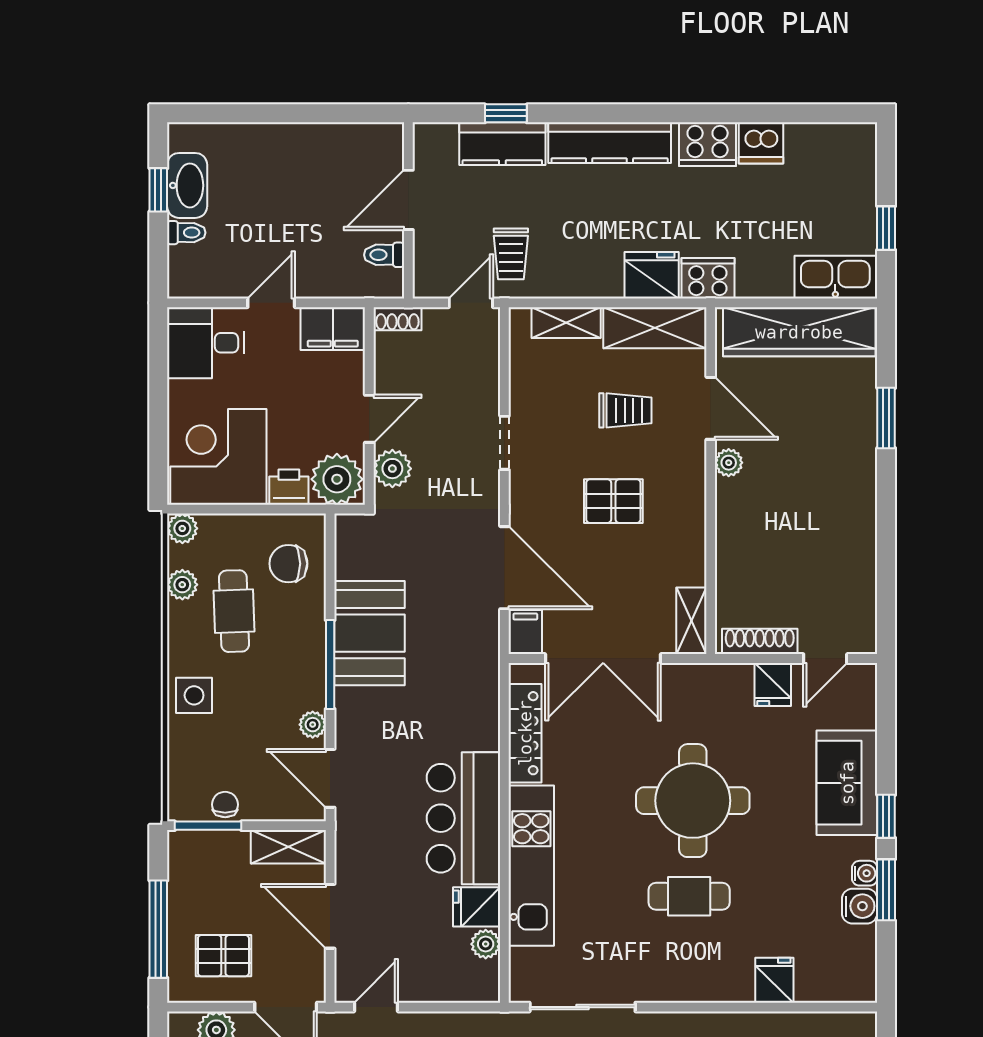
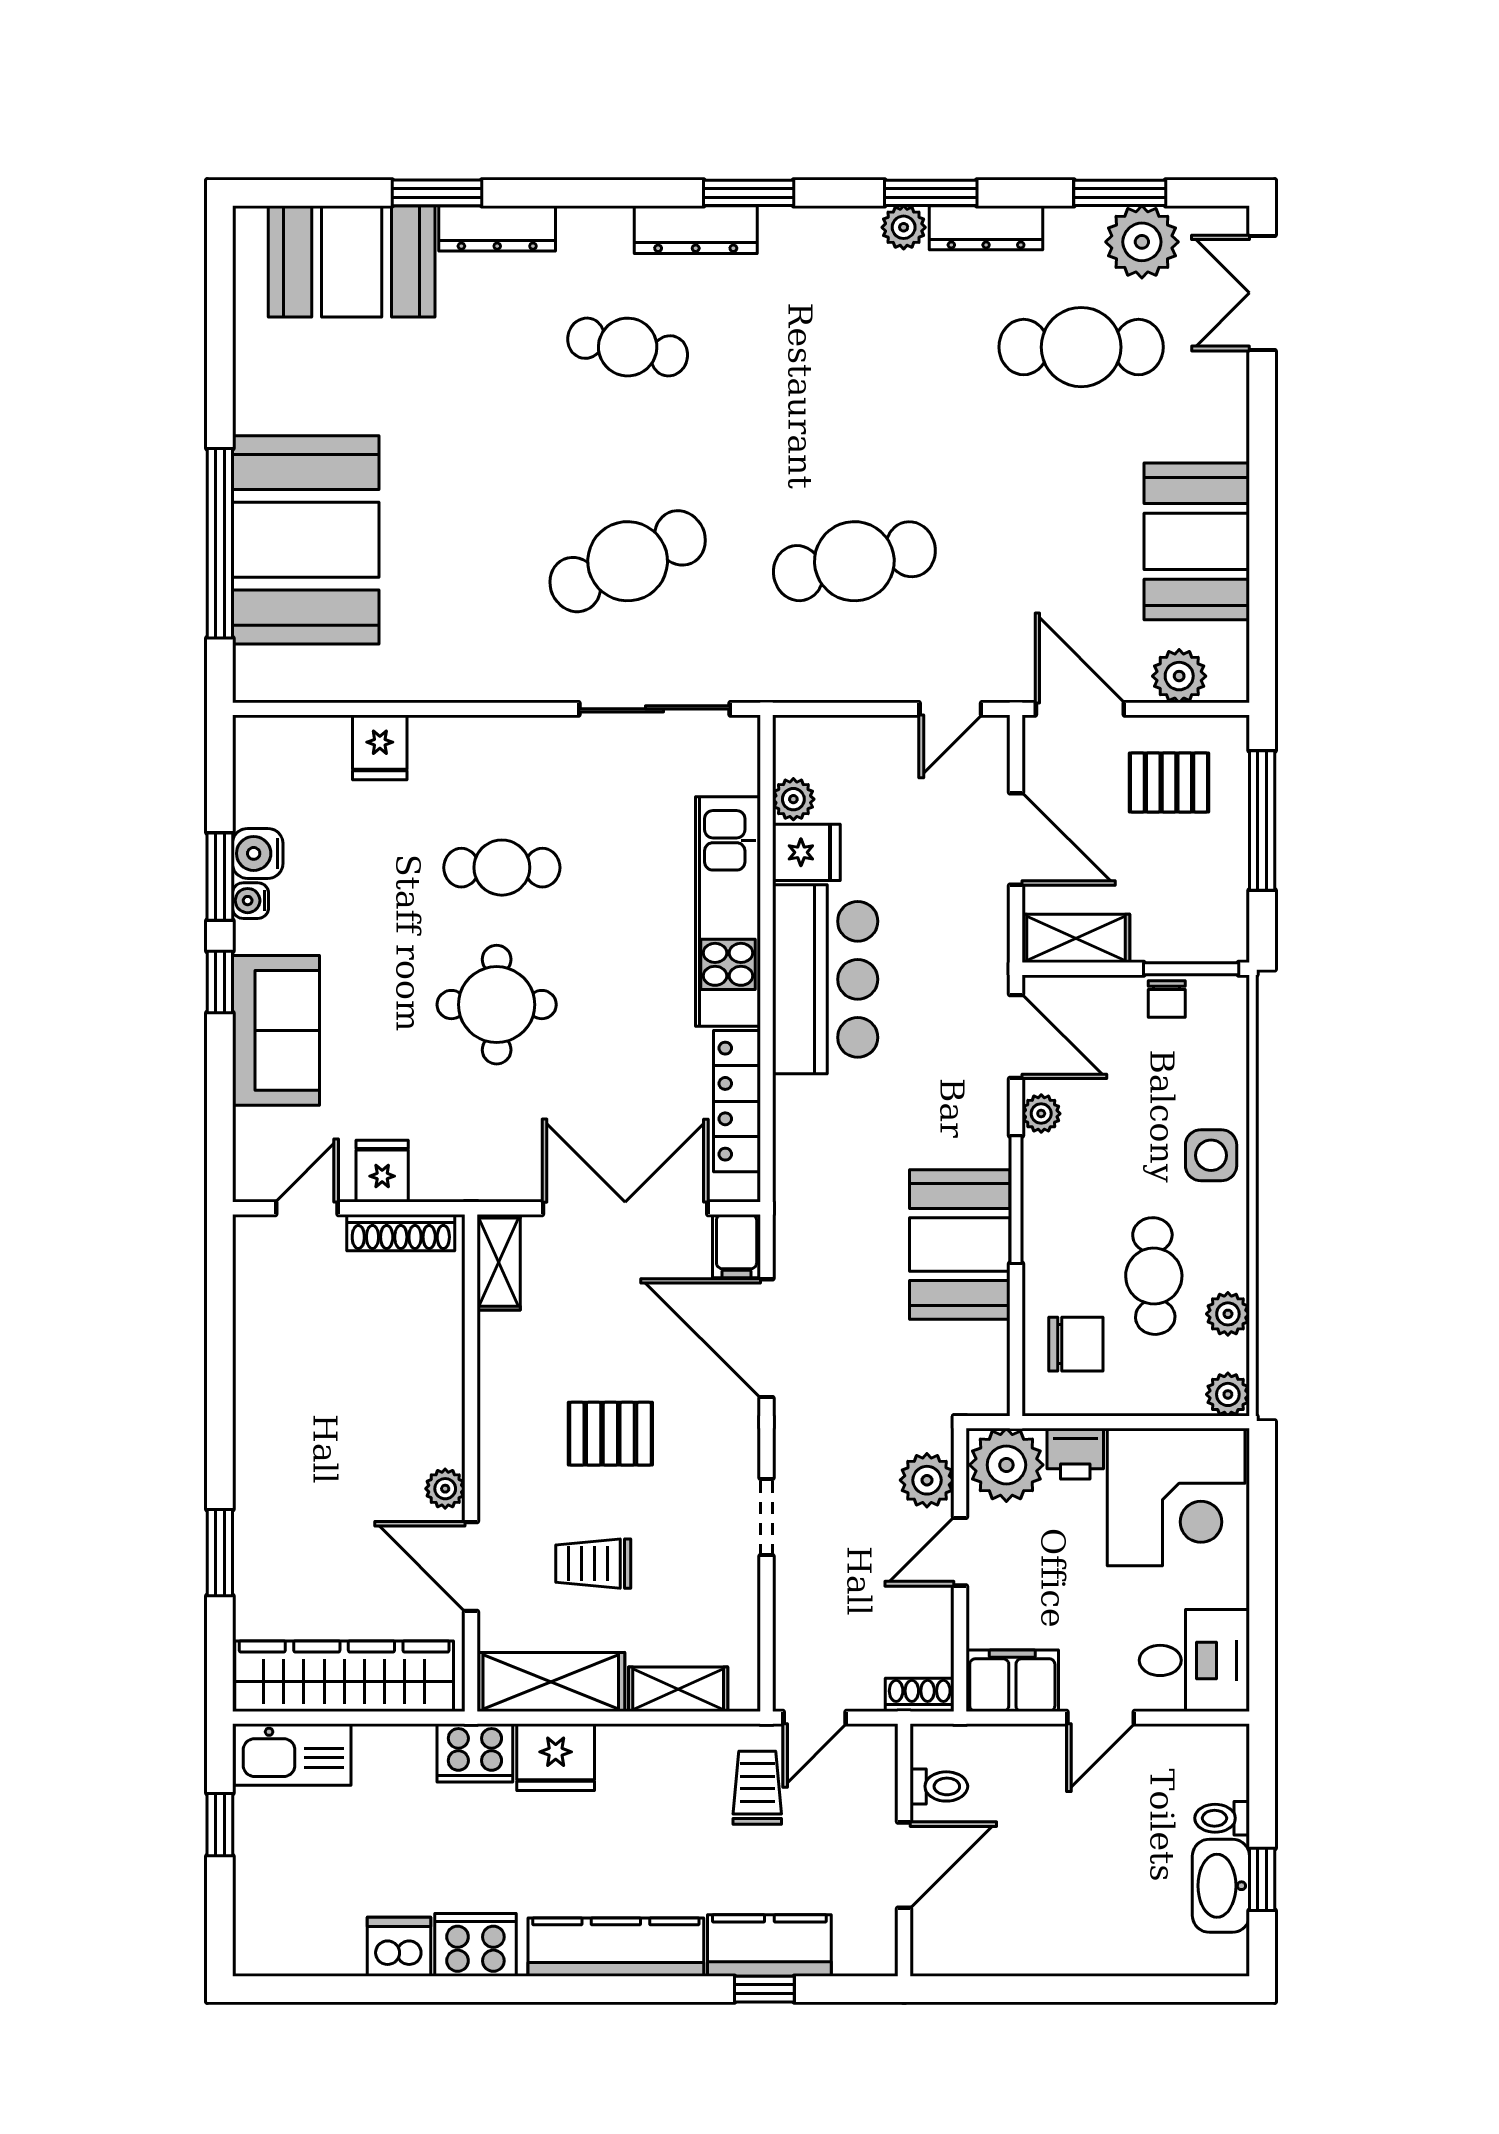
round table: (693, 801) -> (497, 1005), width x0.73, depth x0.73

